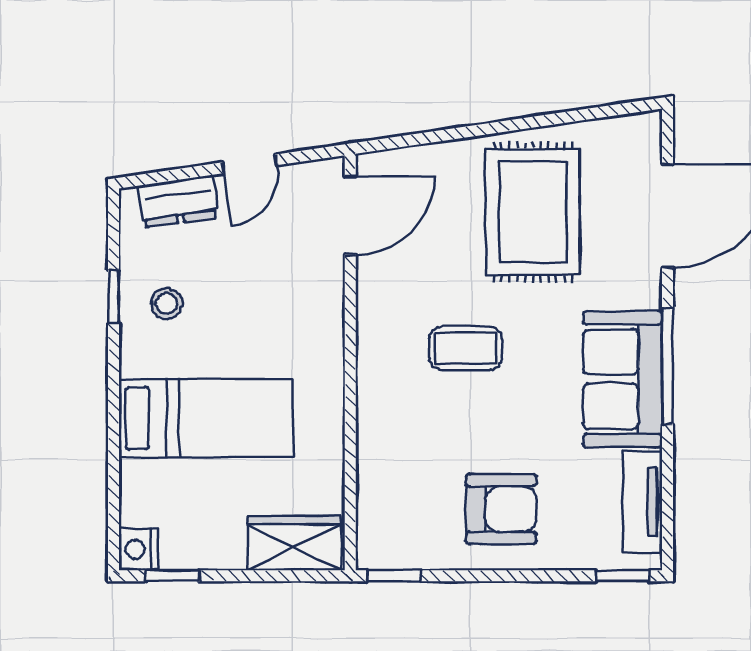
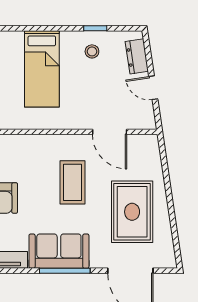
rug: (533, 212) -> (132, 212), turned 90
door: (350, 215) -> (110, 132), moved
coffee table: (466, 348) -> (72, 182), width x1.36, depth x1.30

